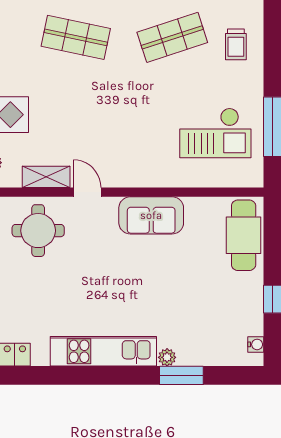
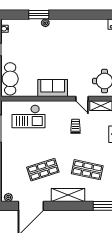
trolley: (236, 44) -> (75, 126), moved
checkout: (215, 133) -> (29, 116), moved, turned 180
kitchen unit: (103, 351) -> (75, 26), removed

